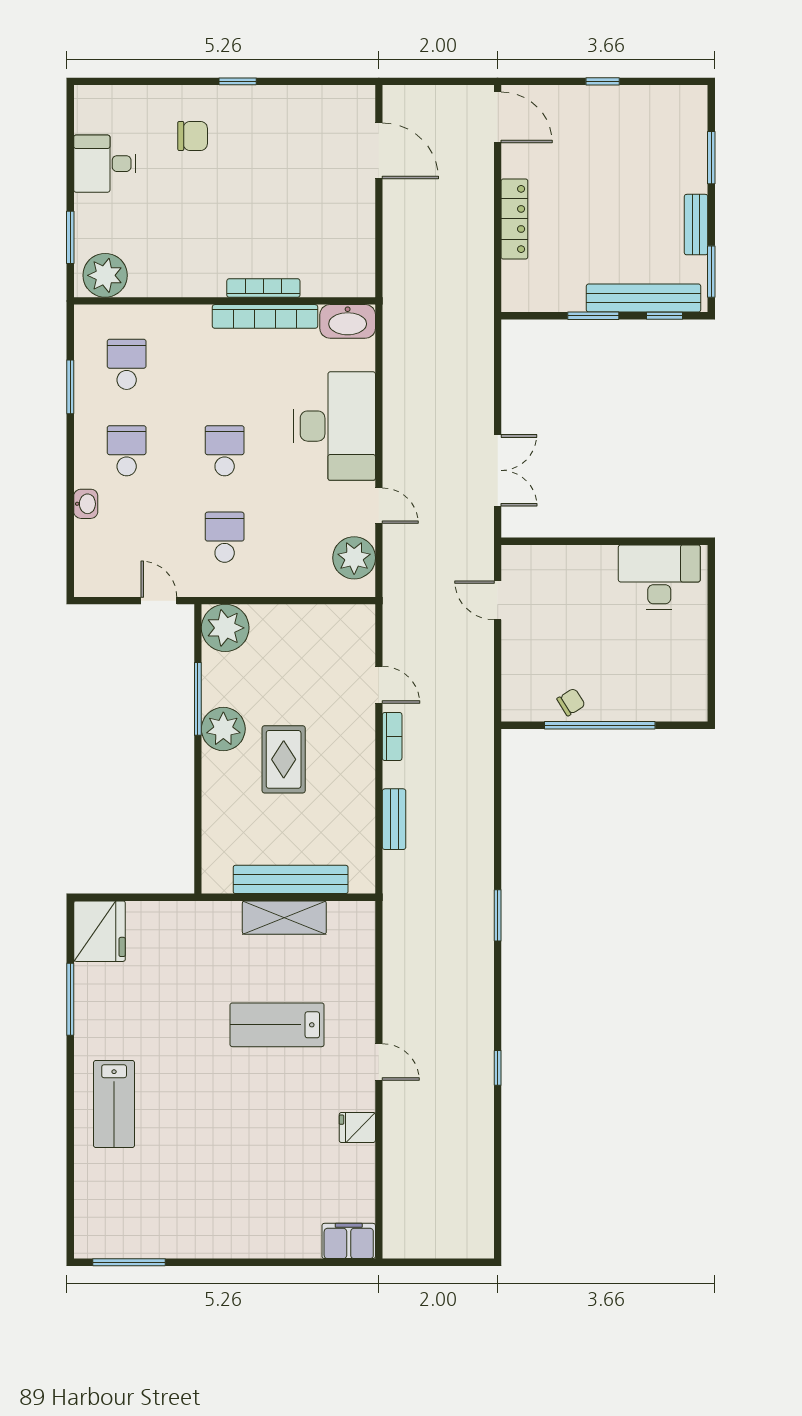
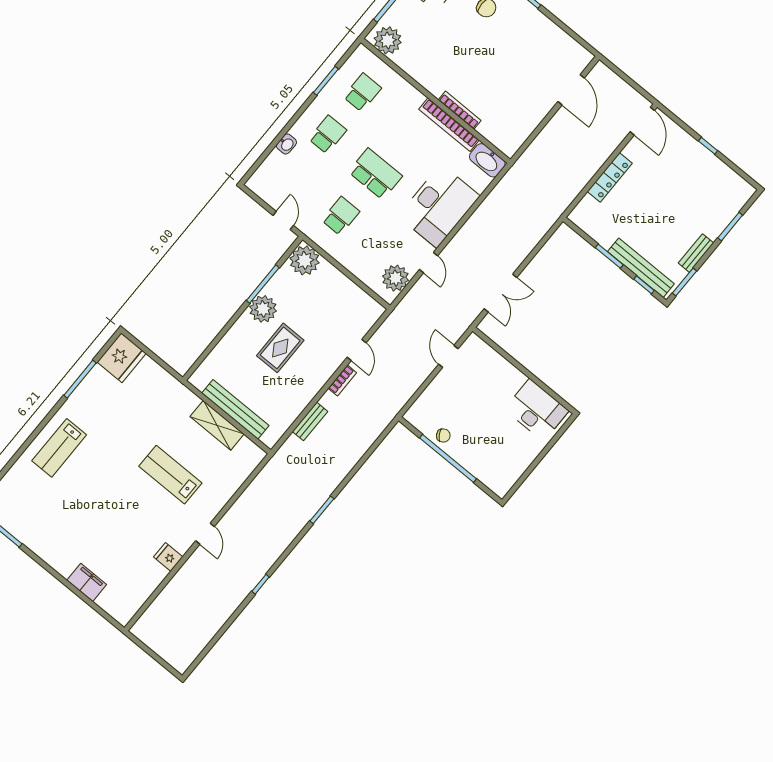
school desk: (225, 451) -> (375, 174), width x1.85
filing cabinet: (349, 1241) -> (87, 582), moved

